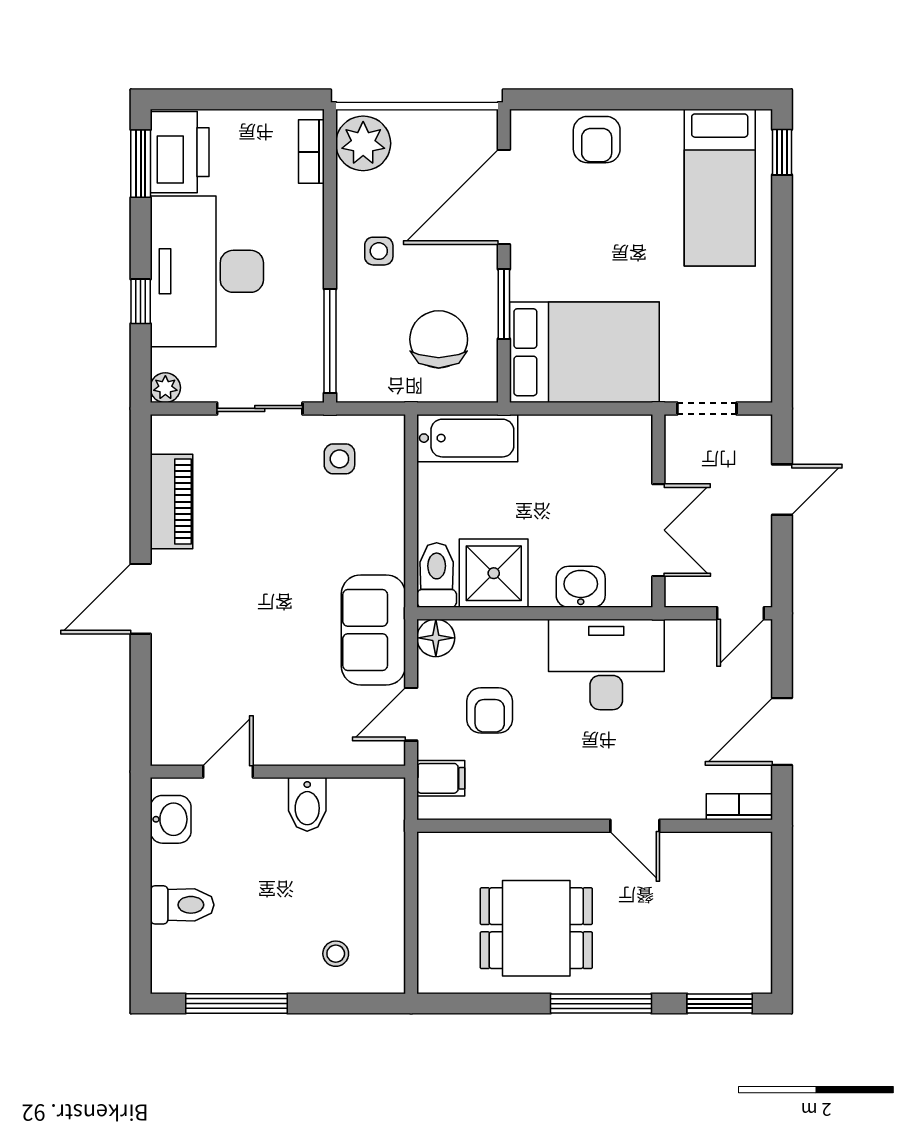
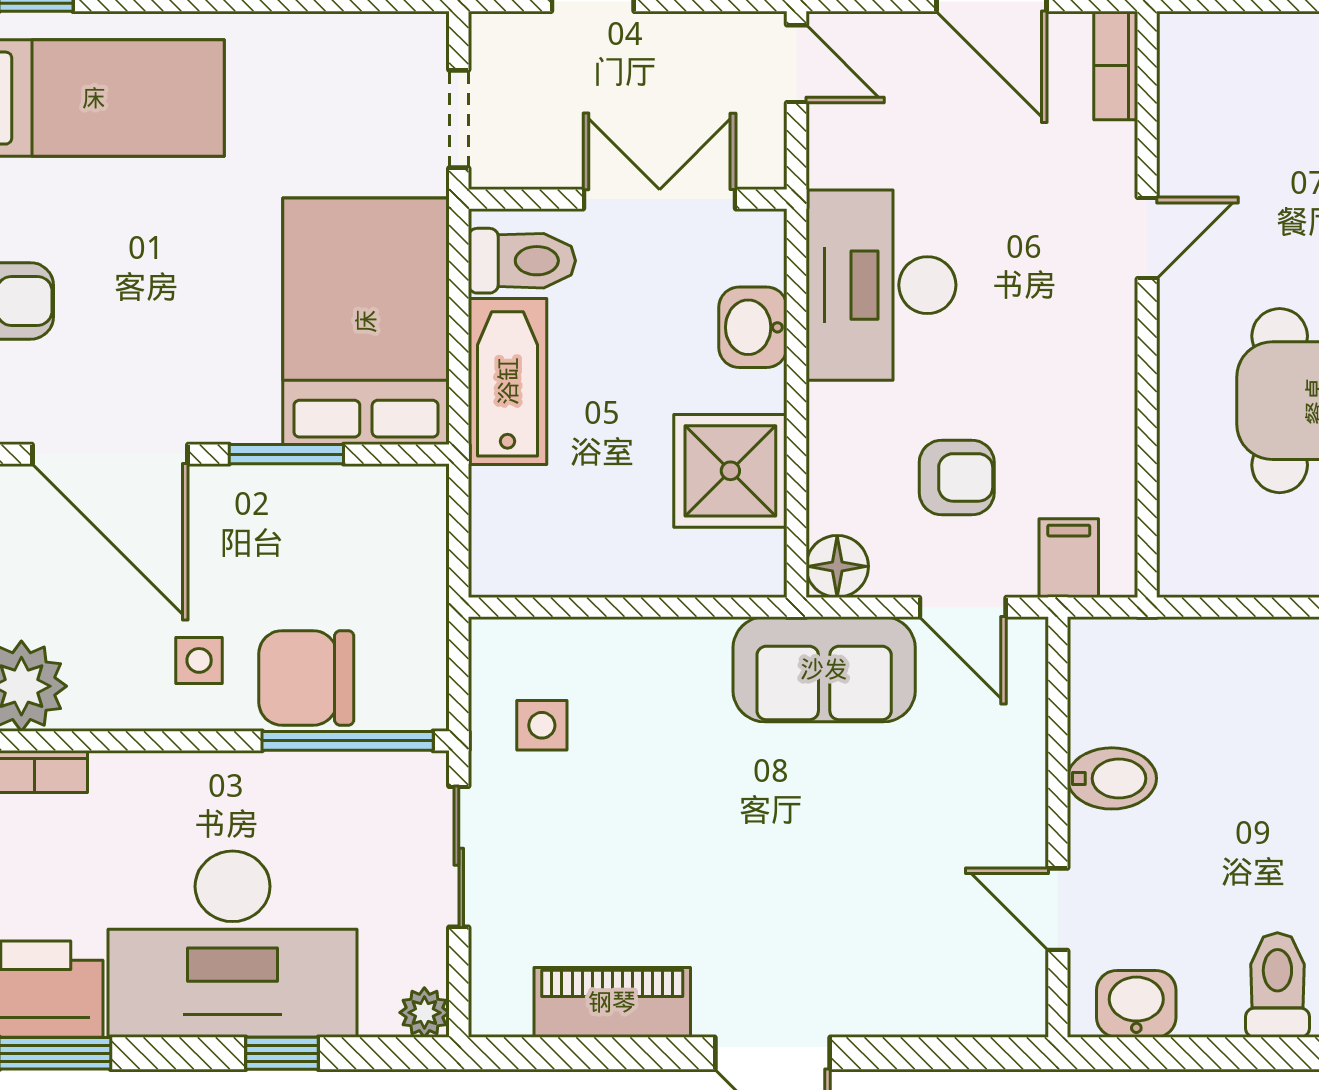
chair: (439, 339) -> (306, 678), moved
bathtub: (467, 438) -> (508, 381), moved
toilet: (437, 575) -> (522, 261), moved, turned 180

